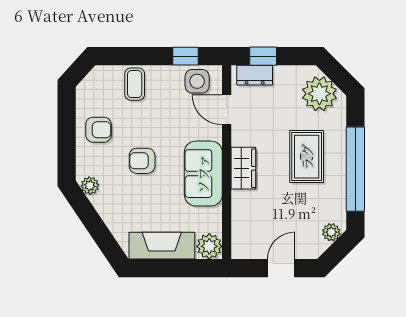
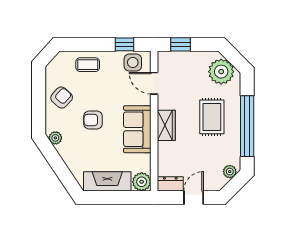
dresser: (255, 75) -> (170, 184), moved, turned 180
coffee table: (135, 84) -> (88, 65), turned 90
armchair: (98, 130) -> (62, 98), turned -48

